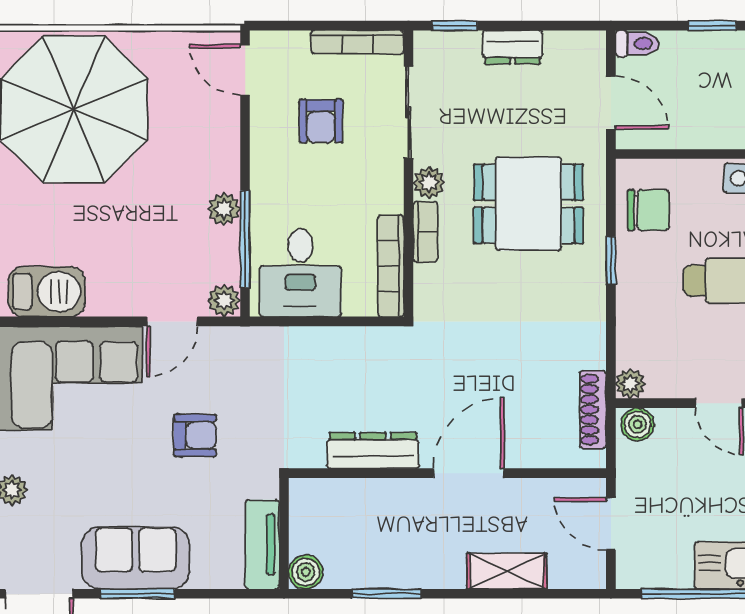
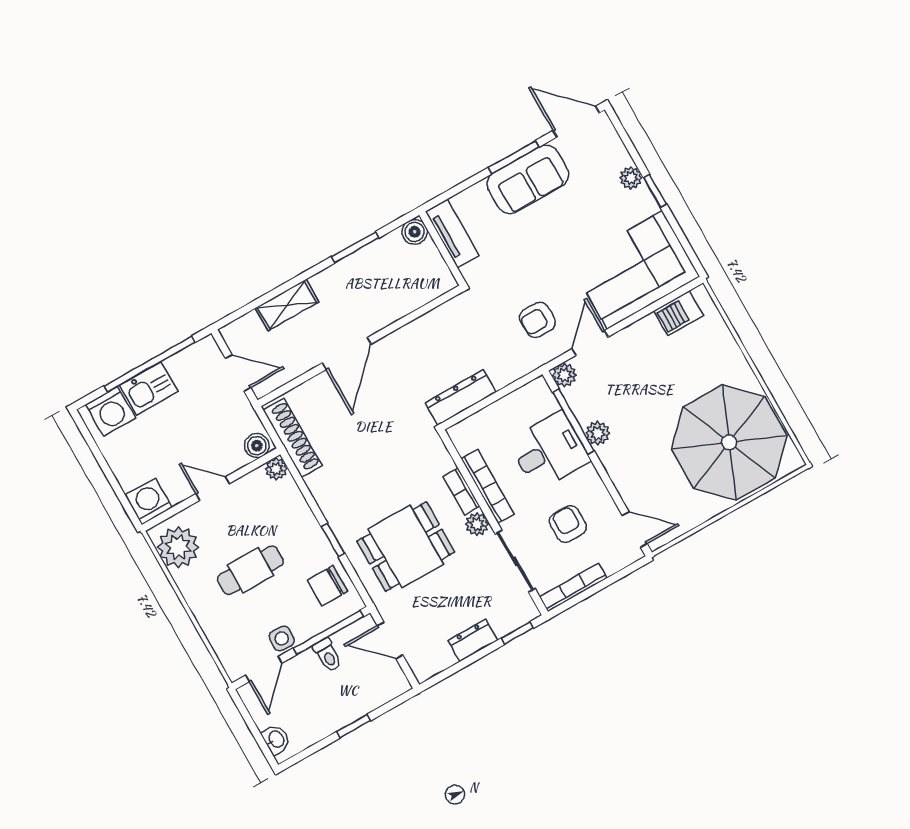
toilet: (637, 44) -> (327, 655), moved, turned -90
window: (679, 154) -> (328, 632), added
bookcase: (391, 266) -> (488, 486), moved
desk: (300, 273) -> (549, 451), moved, turned 90
barbecue: (47, 292) -> (679, 313), width x0.73, depth x0.79
shoe rack: (593, 410) -> (293, 438), width x1.36, depth x1.24
armchair: (195, 435) -> (537, 320), moved
dresser: (373, 451) -> (461, 397), moved, turned 180

